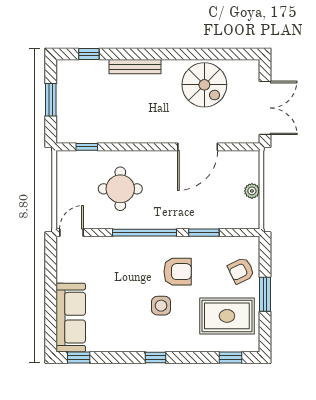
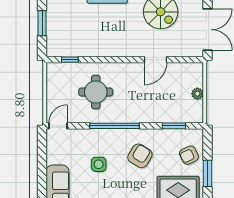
door: (198, 147) -> (155, 60), width x0.73
window: (204, 233) -> (174, 126), moved
armchair: (178, 272) -> (140, 156), turned -59
side table: (161, 306) -> (99, 164), moved

